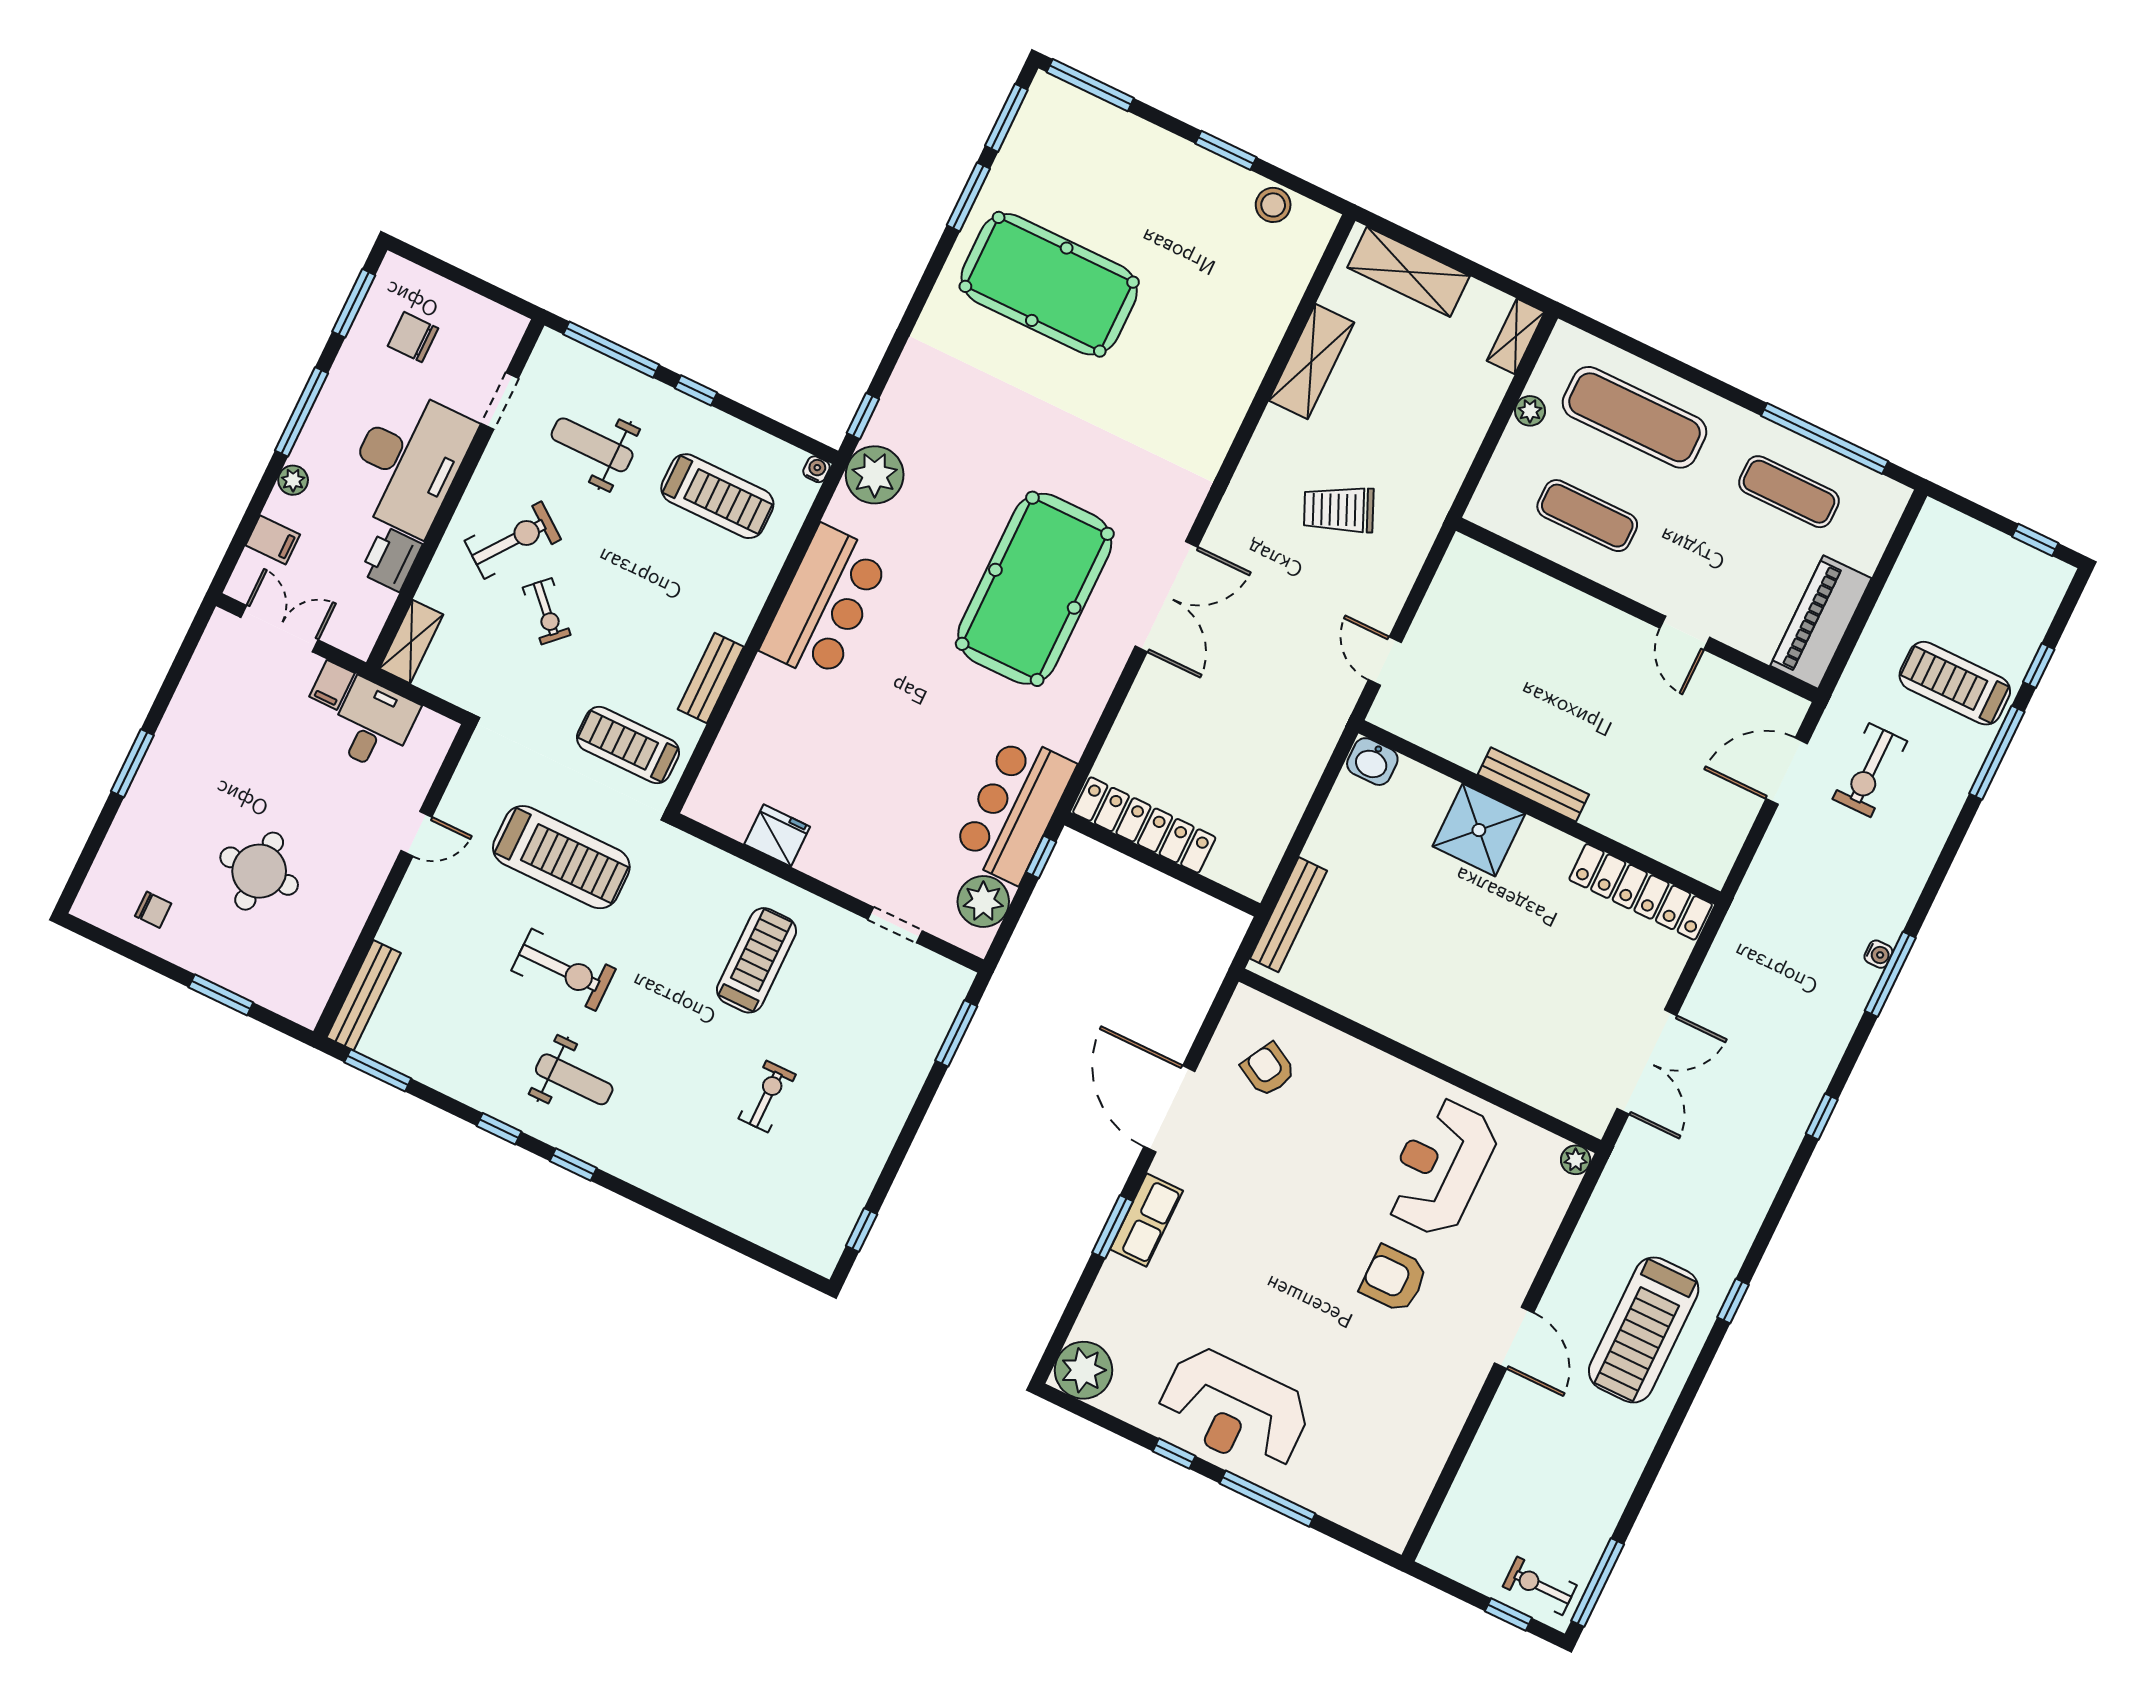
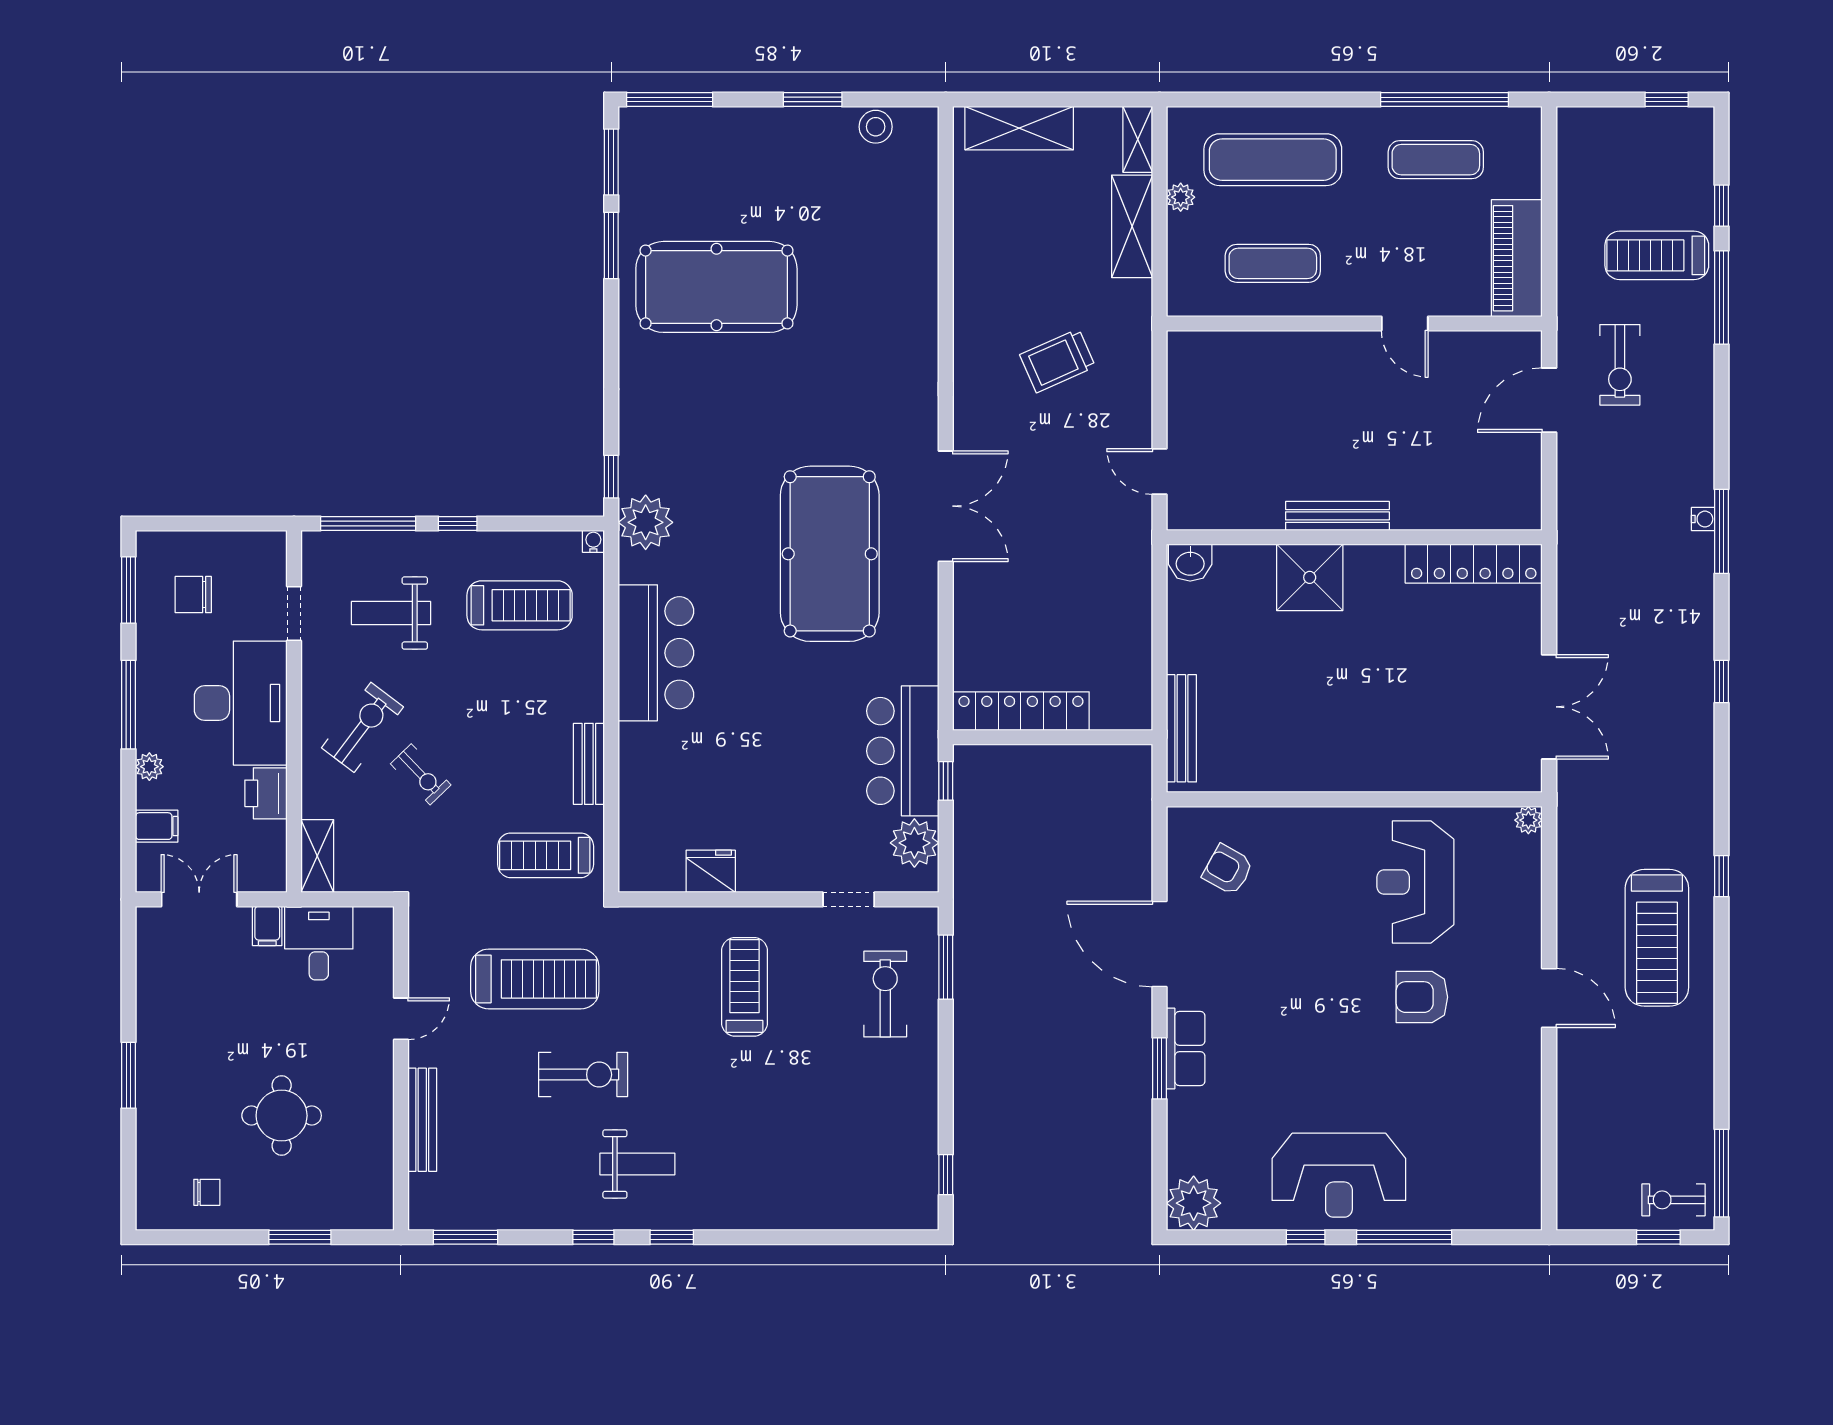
shelving: (1312, 362) -> (1132, 226), moved
bench: (364, 995) -> (422, 1120), moved
exercise bike: (767, 1097) -> (885, 994), moved, width x1.38, depth x1.39

